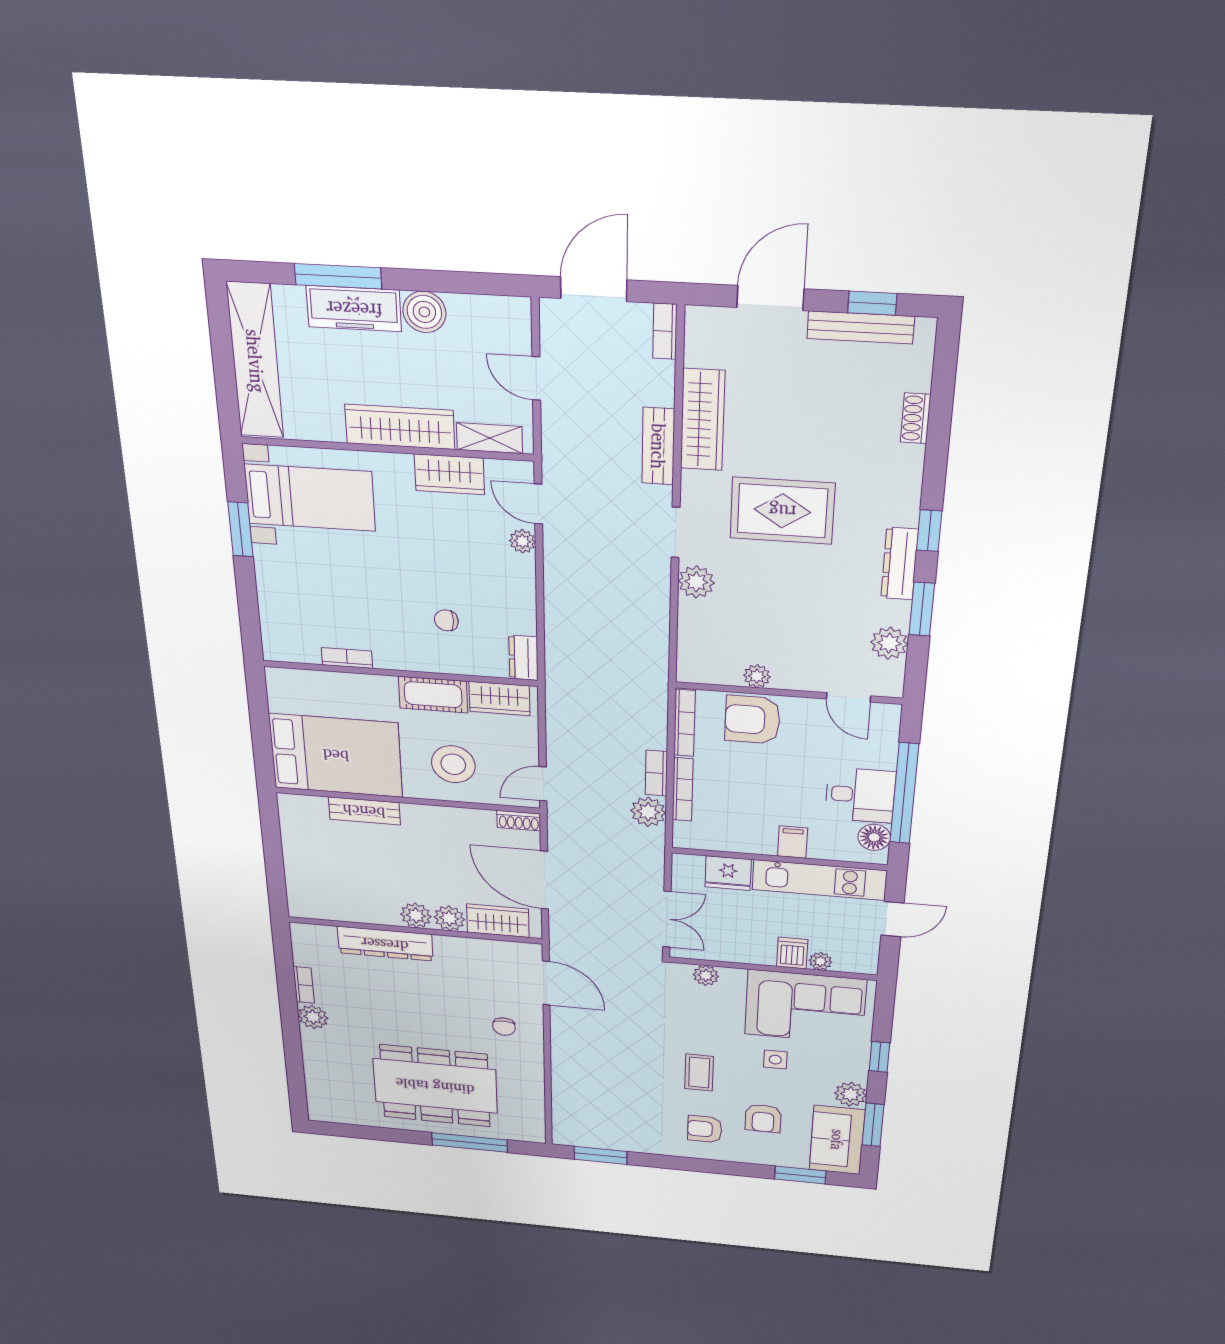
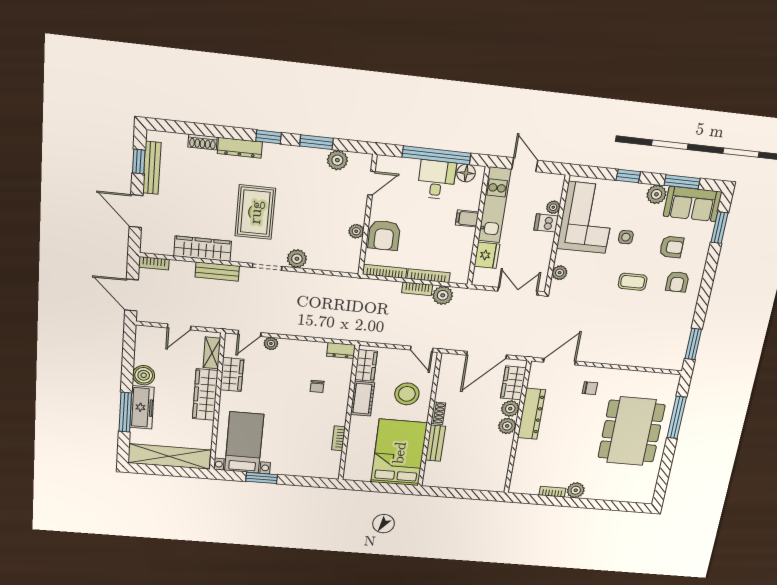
dresser: (900, 564) -> (240, 148), moved
shoe rack: (519, 821) -> (438, 413), moved
dresser: (385, 944) -> (531, 414), moved

